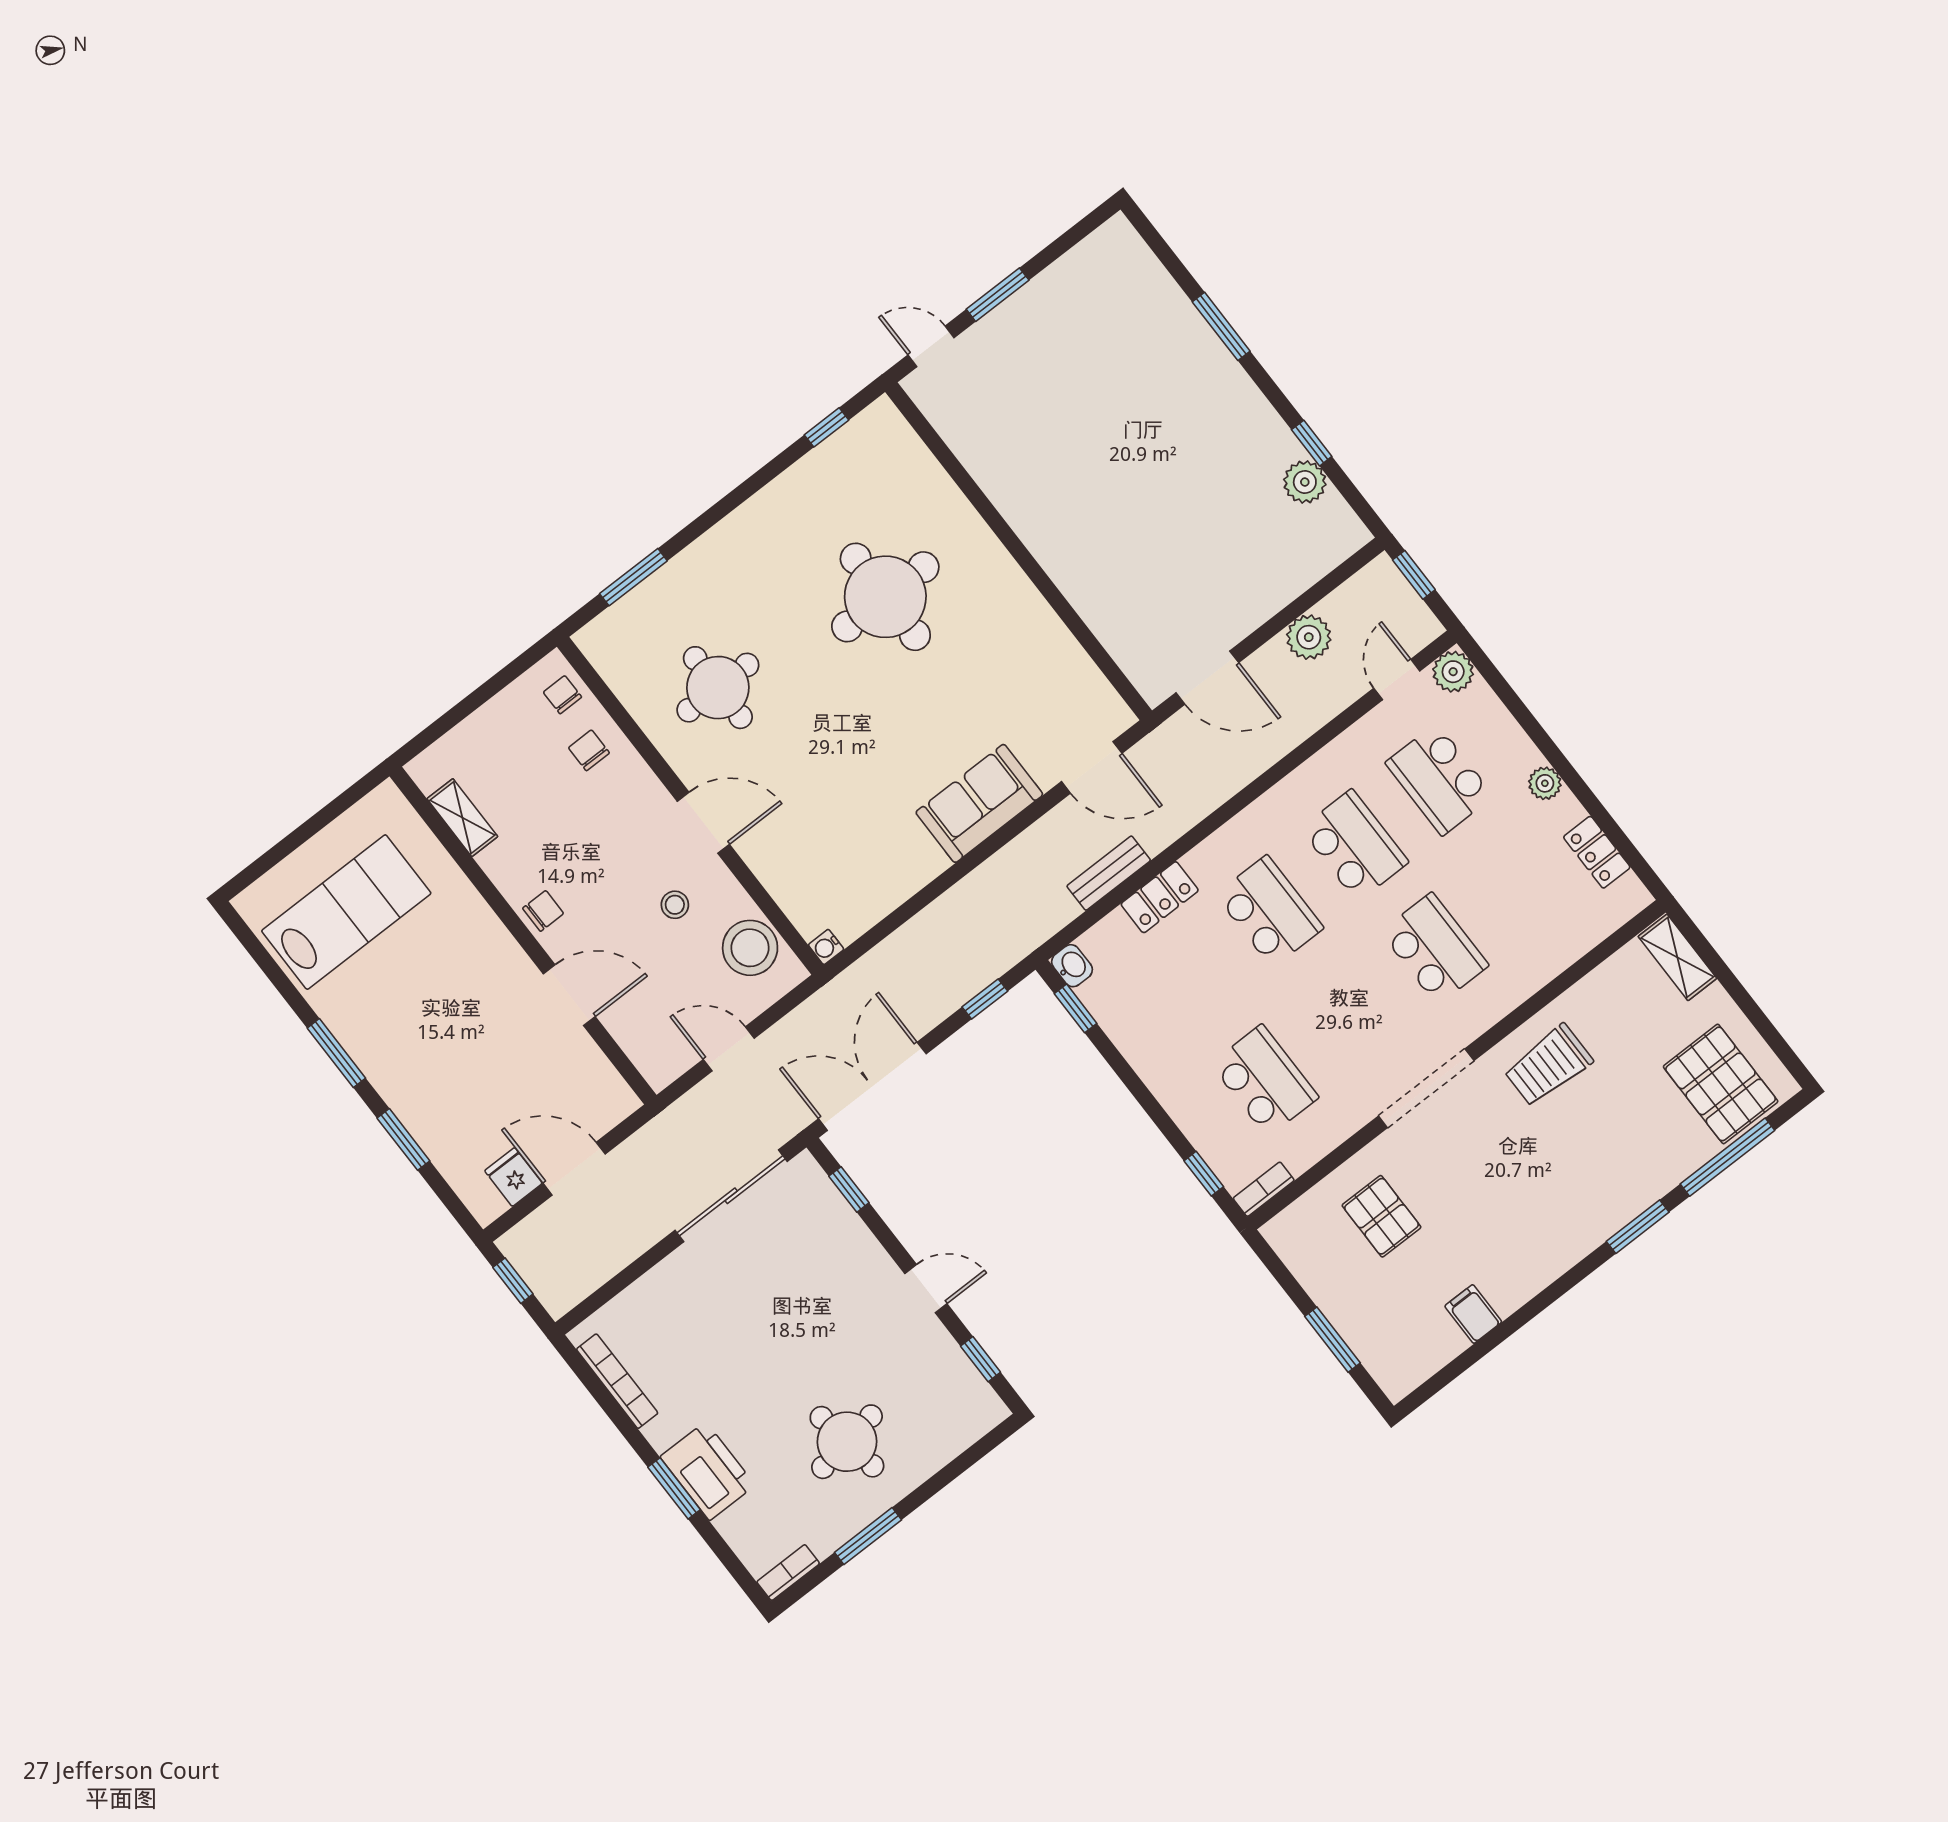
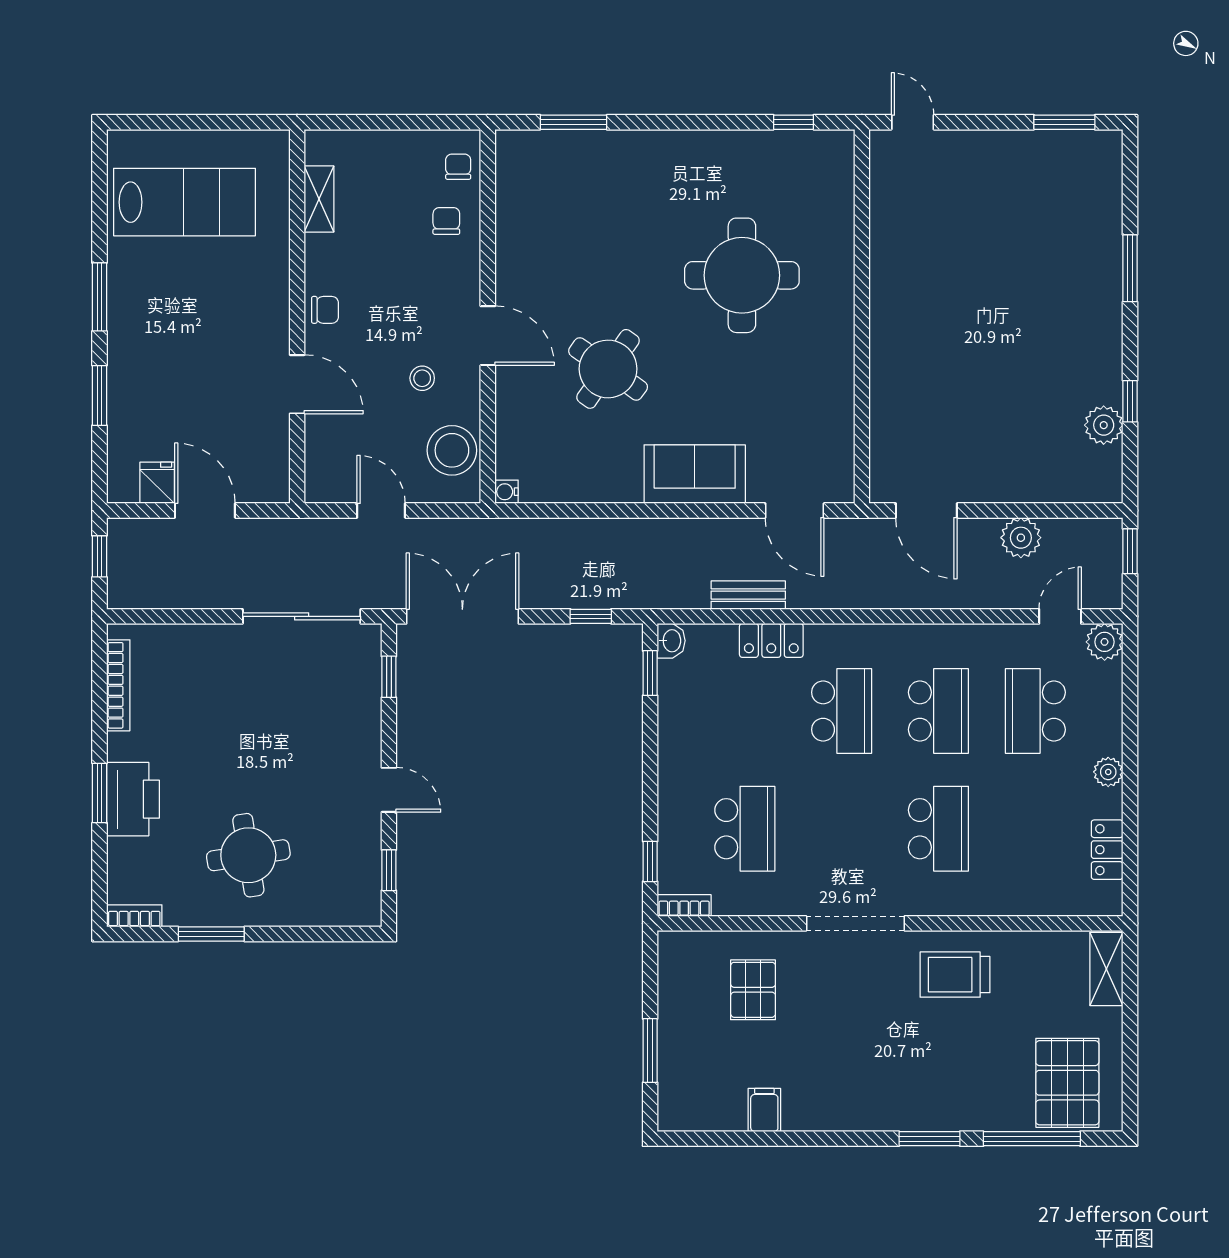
window: (998, 295) -> (1064, 122), moved
round table: (718, 688) -> (608, 369), moved, turned 35

